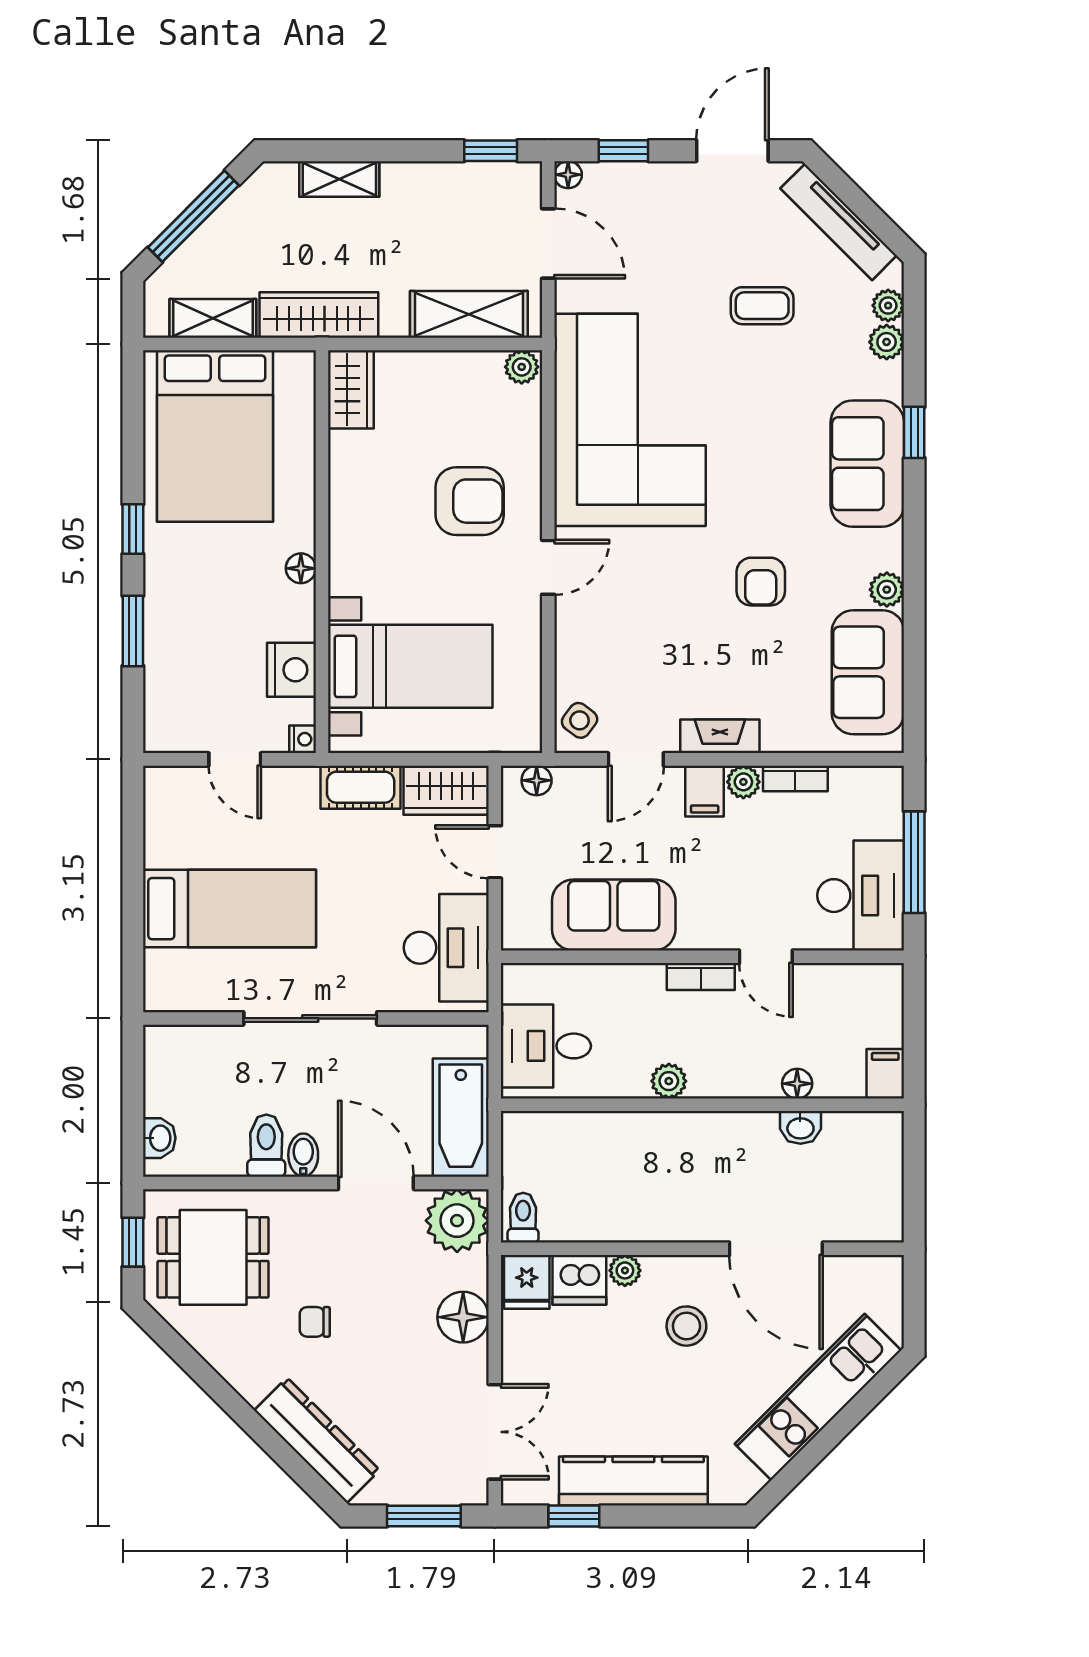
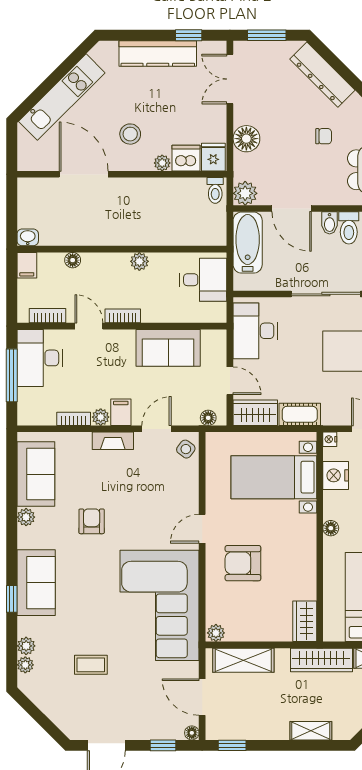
tv unit: (839, 222) -> (51, 708), removed
bookcase: (845, 977) -> (48, 316), added
washbasin: (800, 1127) -> (28, 237), moved
plant: (457, 1221) -> (245, 193), width x0.73, depth x0.73

